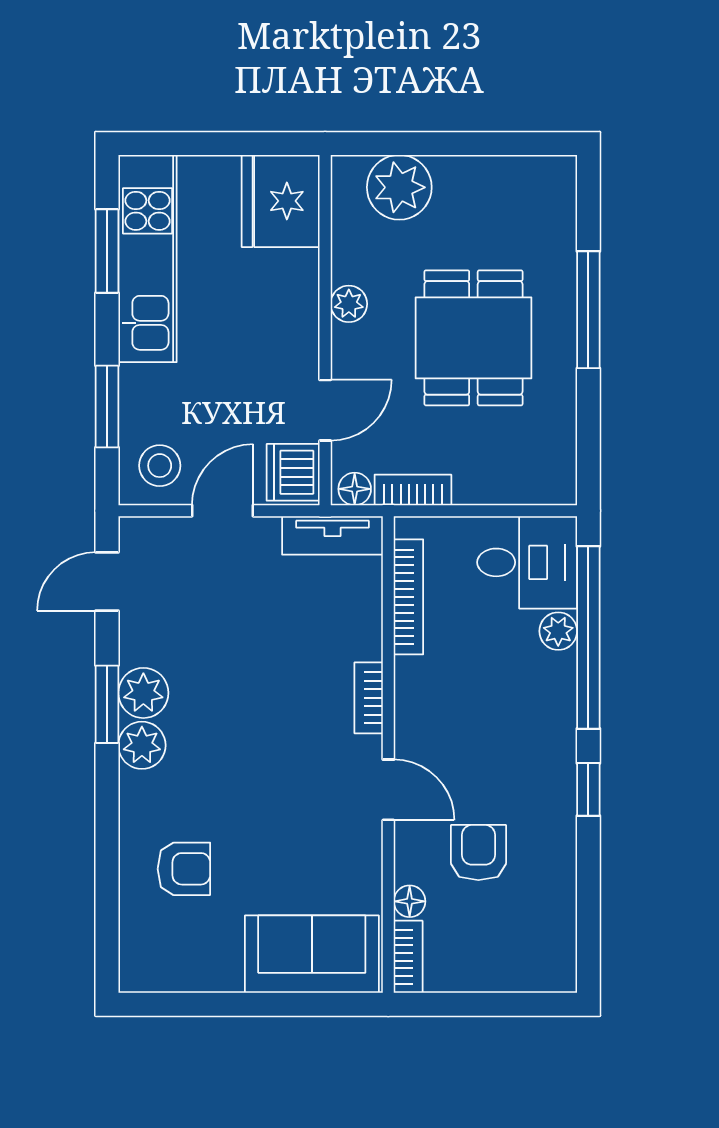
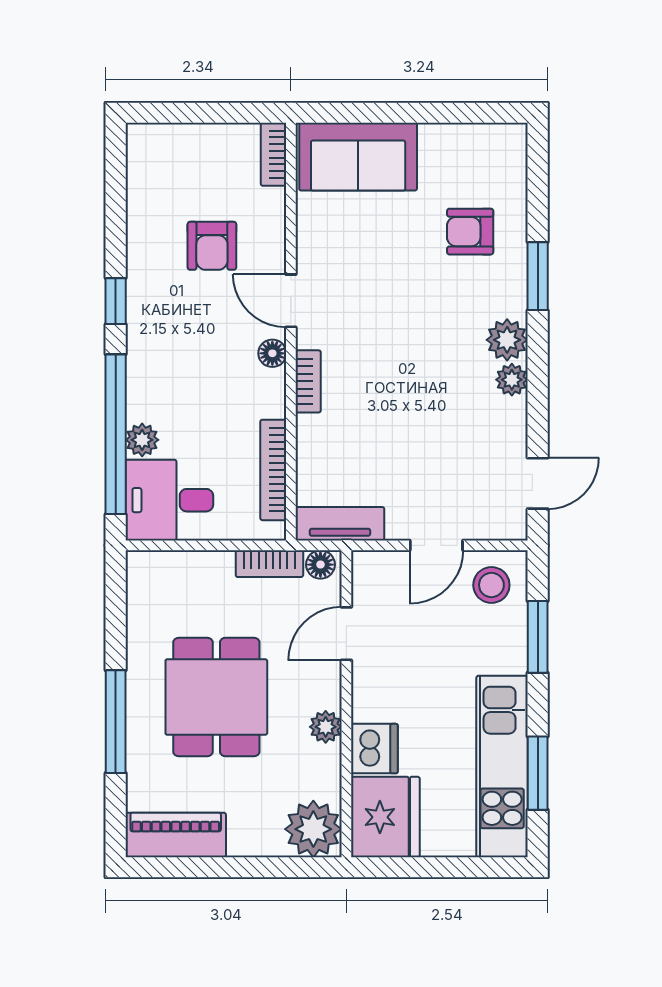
piano: (520, 180) -> (176, 835), added
plant: (399, 187) -> (313, 829), moved
dishwasher: (293, 472) -> (374, 749), moved
plant: (143, 693) -> (512, 380), width x0.73, depth x0.73
window: (107, 704) -> (538, 276), moved
floor lamp: (410, 901) -> (272, 353), moved

